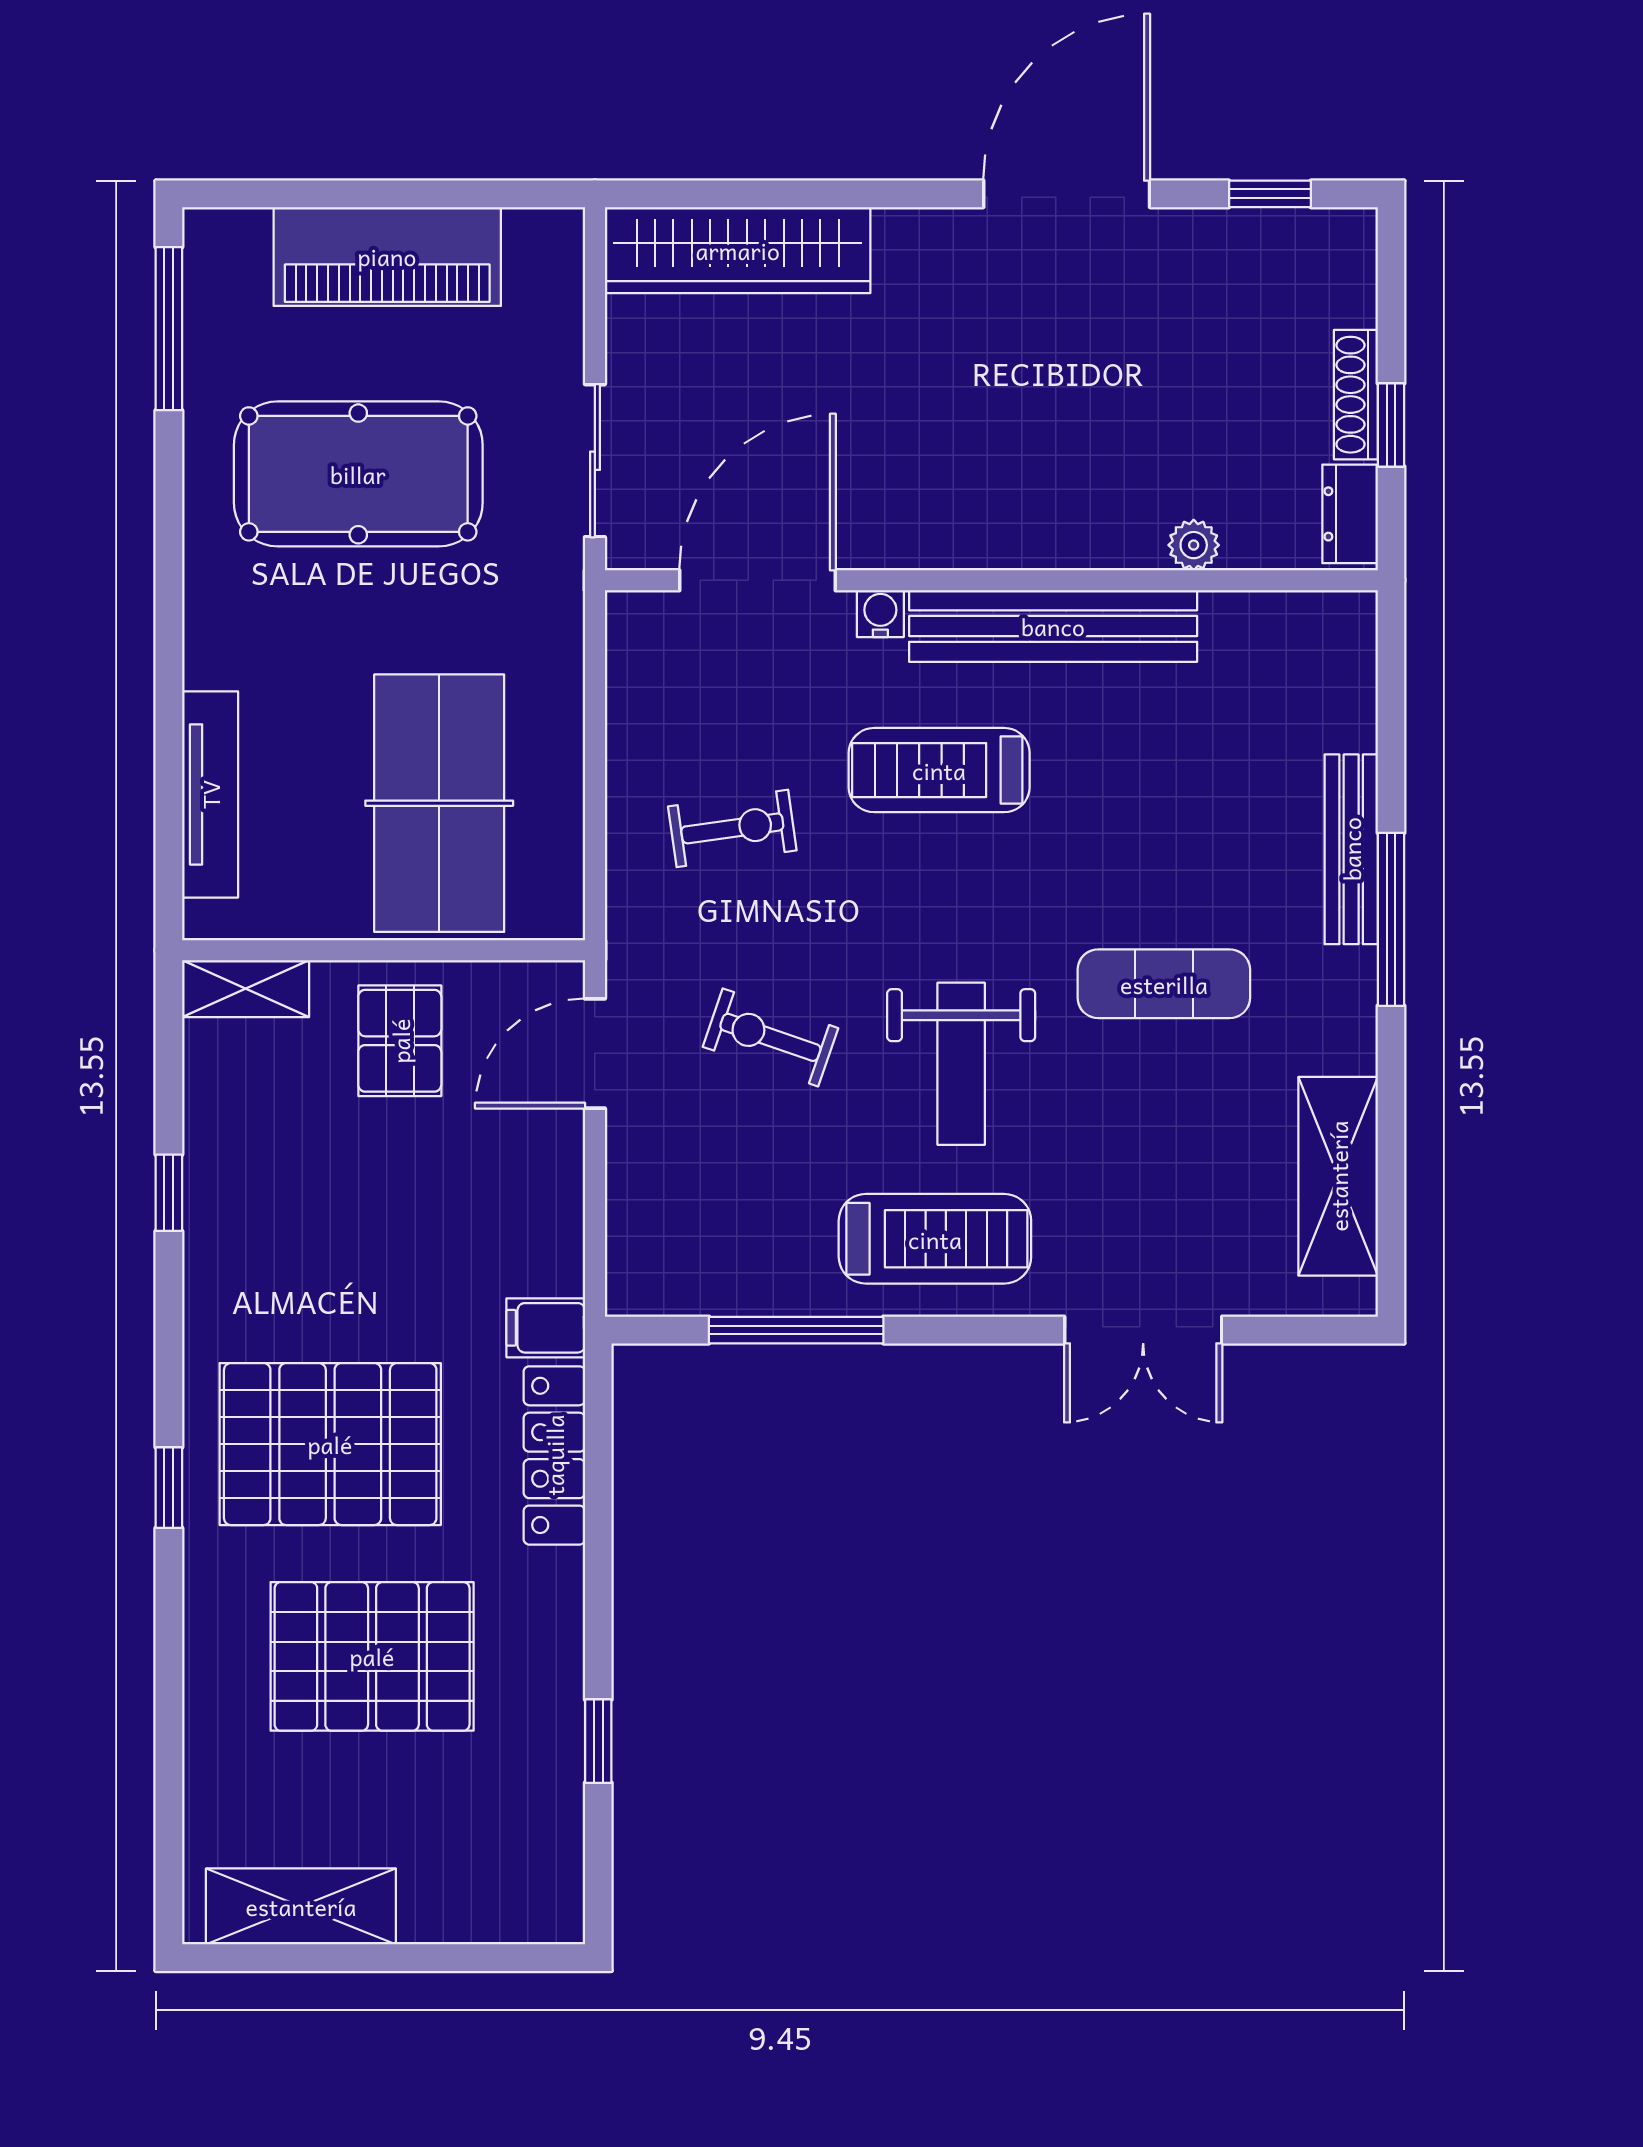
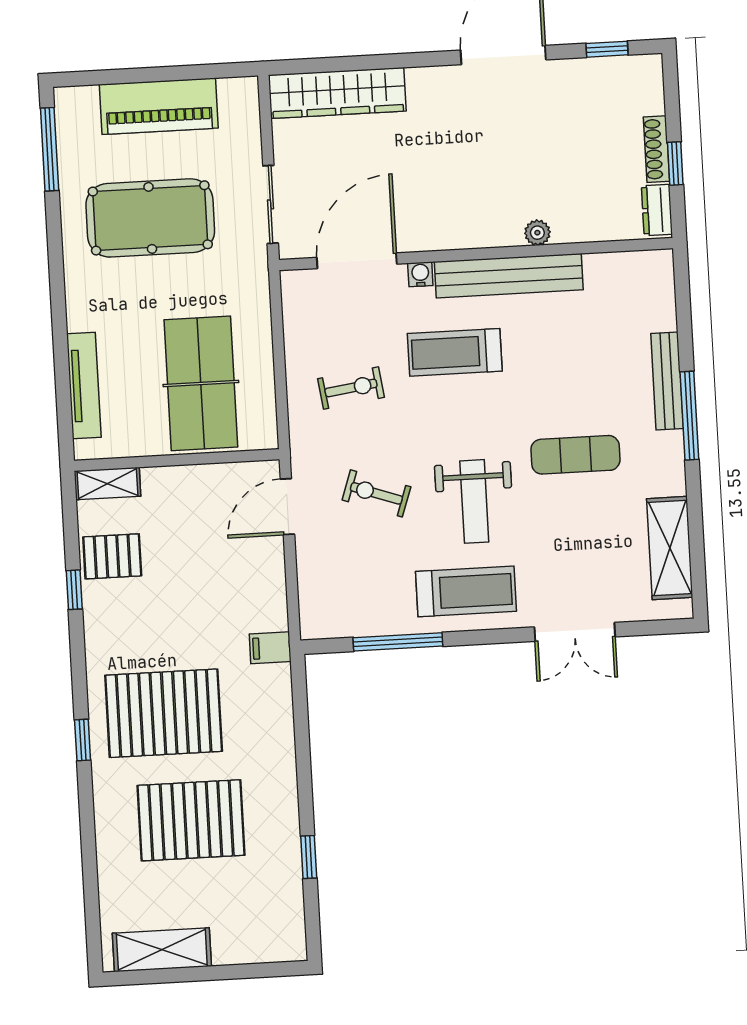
plant: (1194, 545) -> (537, 233), moved
pallet: (400, 1041) -> (112, 556), moved, turned 90
locker: (554, 1455) -> (278, 713), removed

